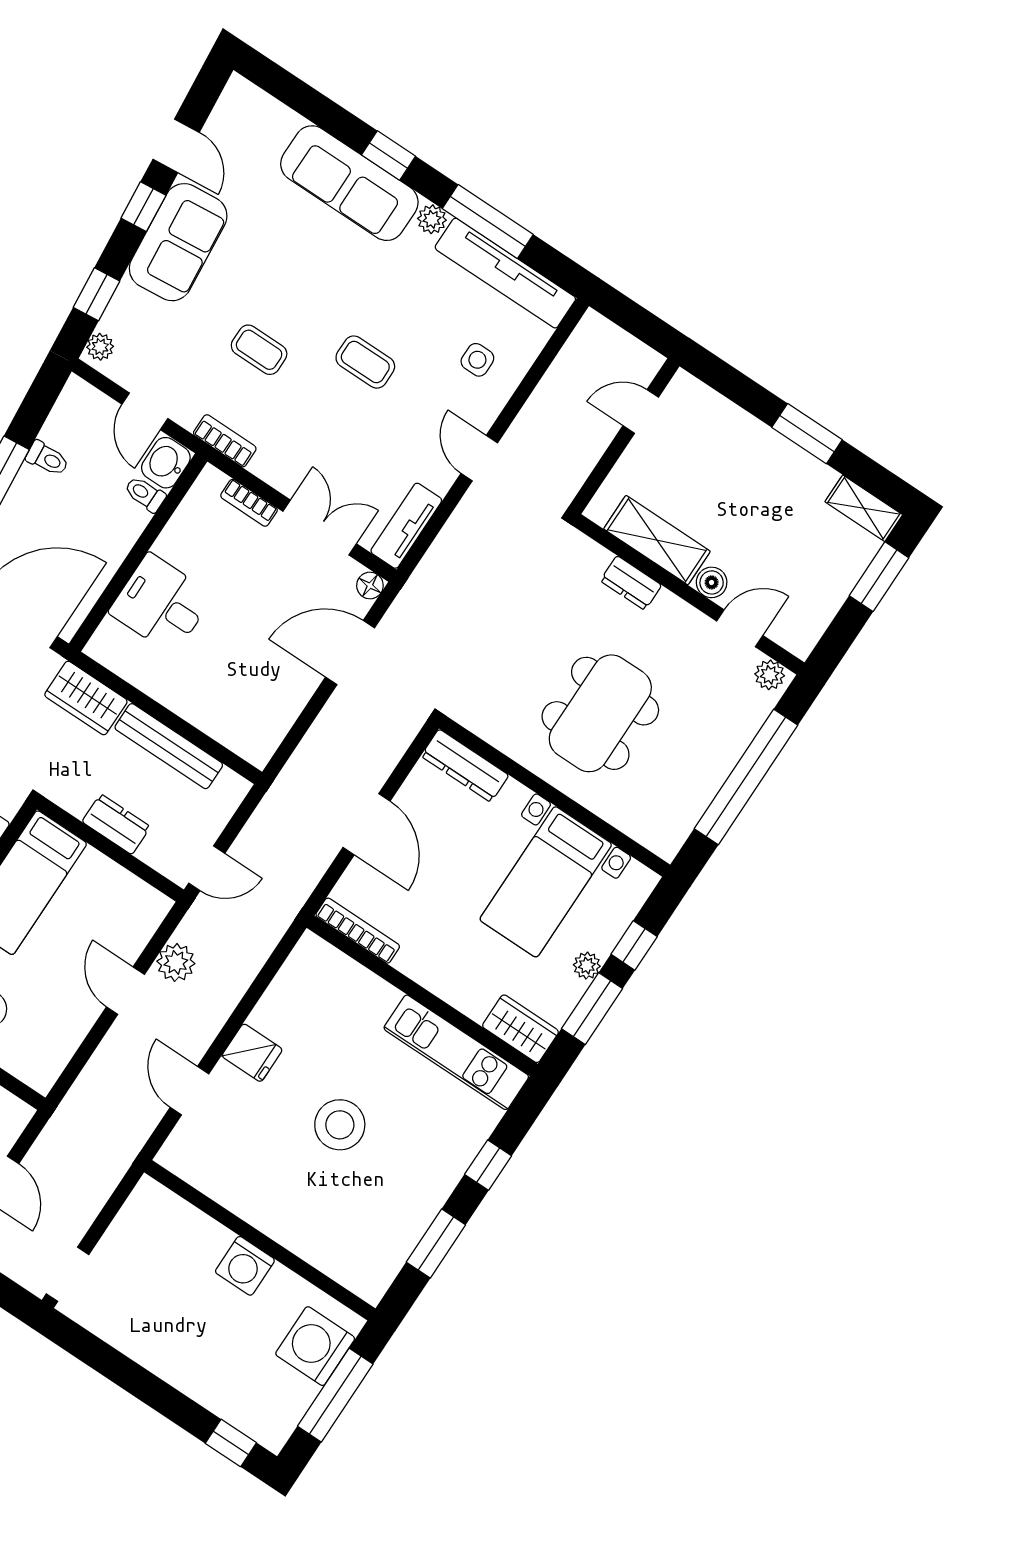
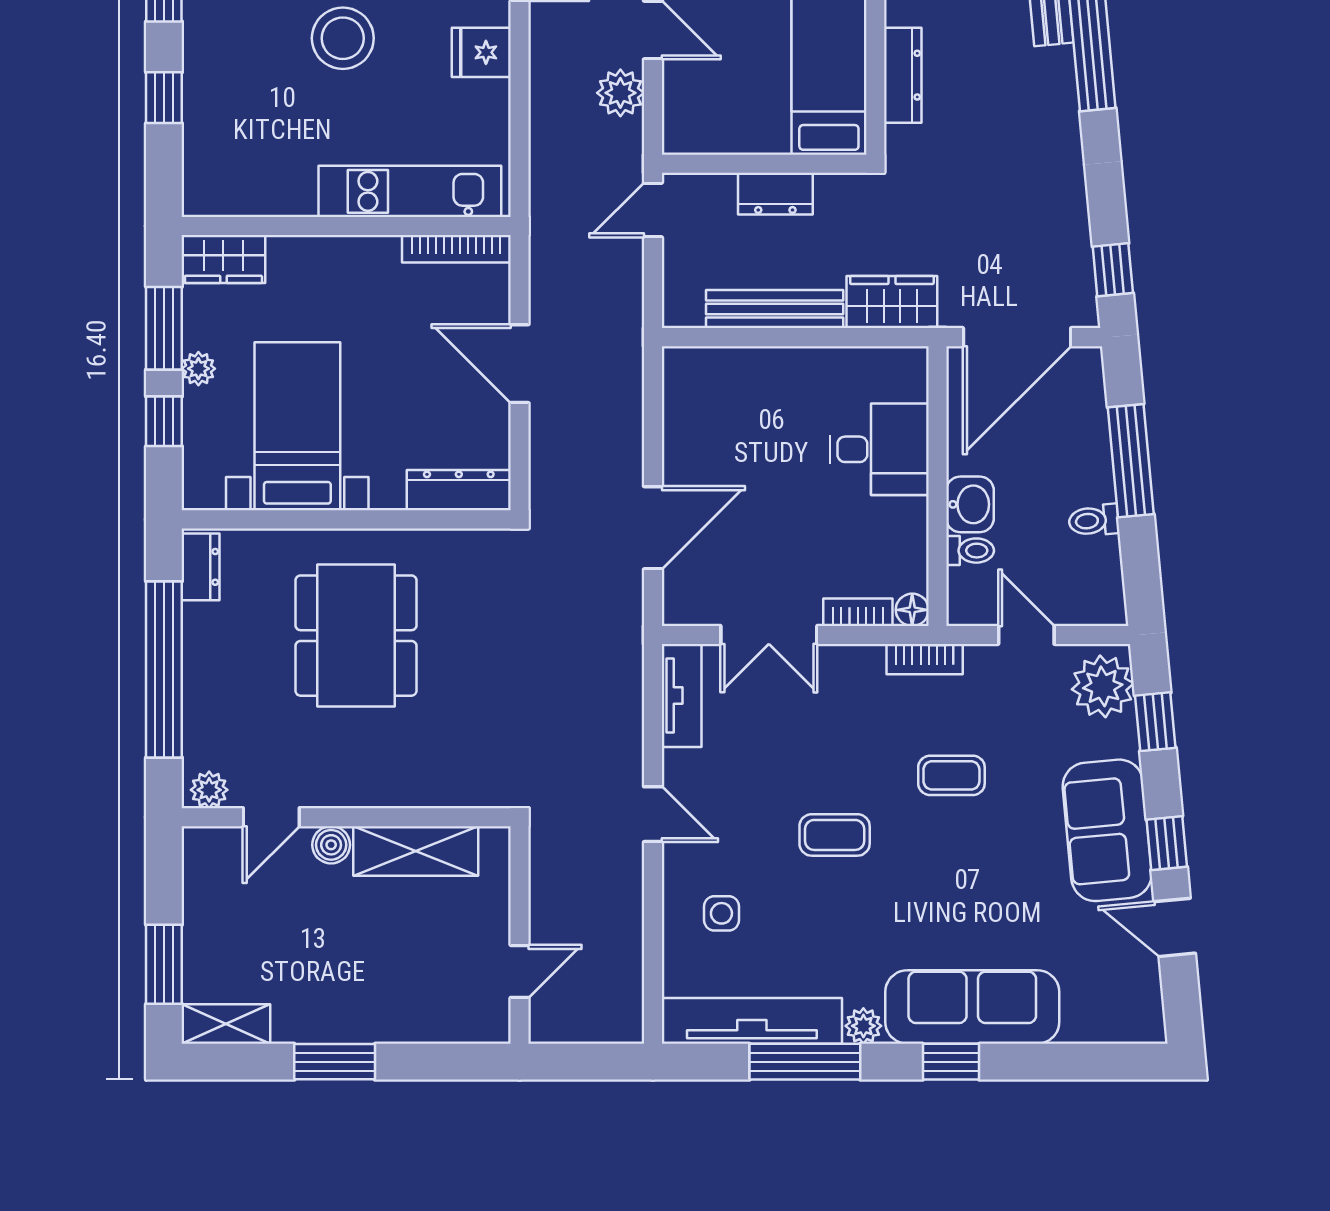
plant: (100, 347) -> (1103, 686), width x1.88, depth x1.88
washbasin: (166, 463) -> (970, 504), moved
dresser: (631, 583) -> (201, 567), moved, turned 90
floor lamp: (370, 586) -> (912, 610), moved
kitchen unit: (456, 1052) -> (410, 191), moved

